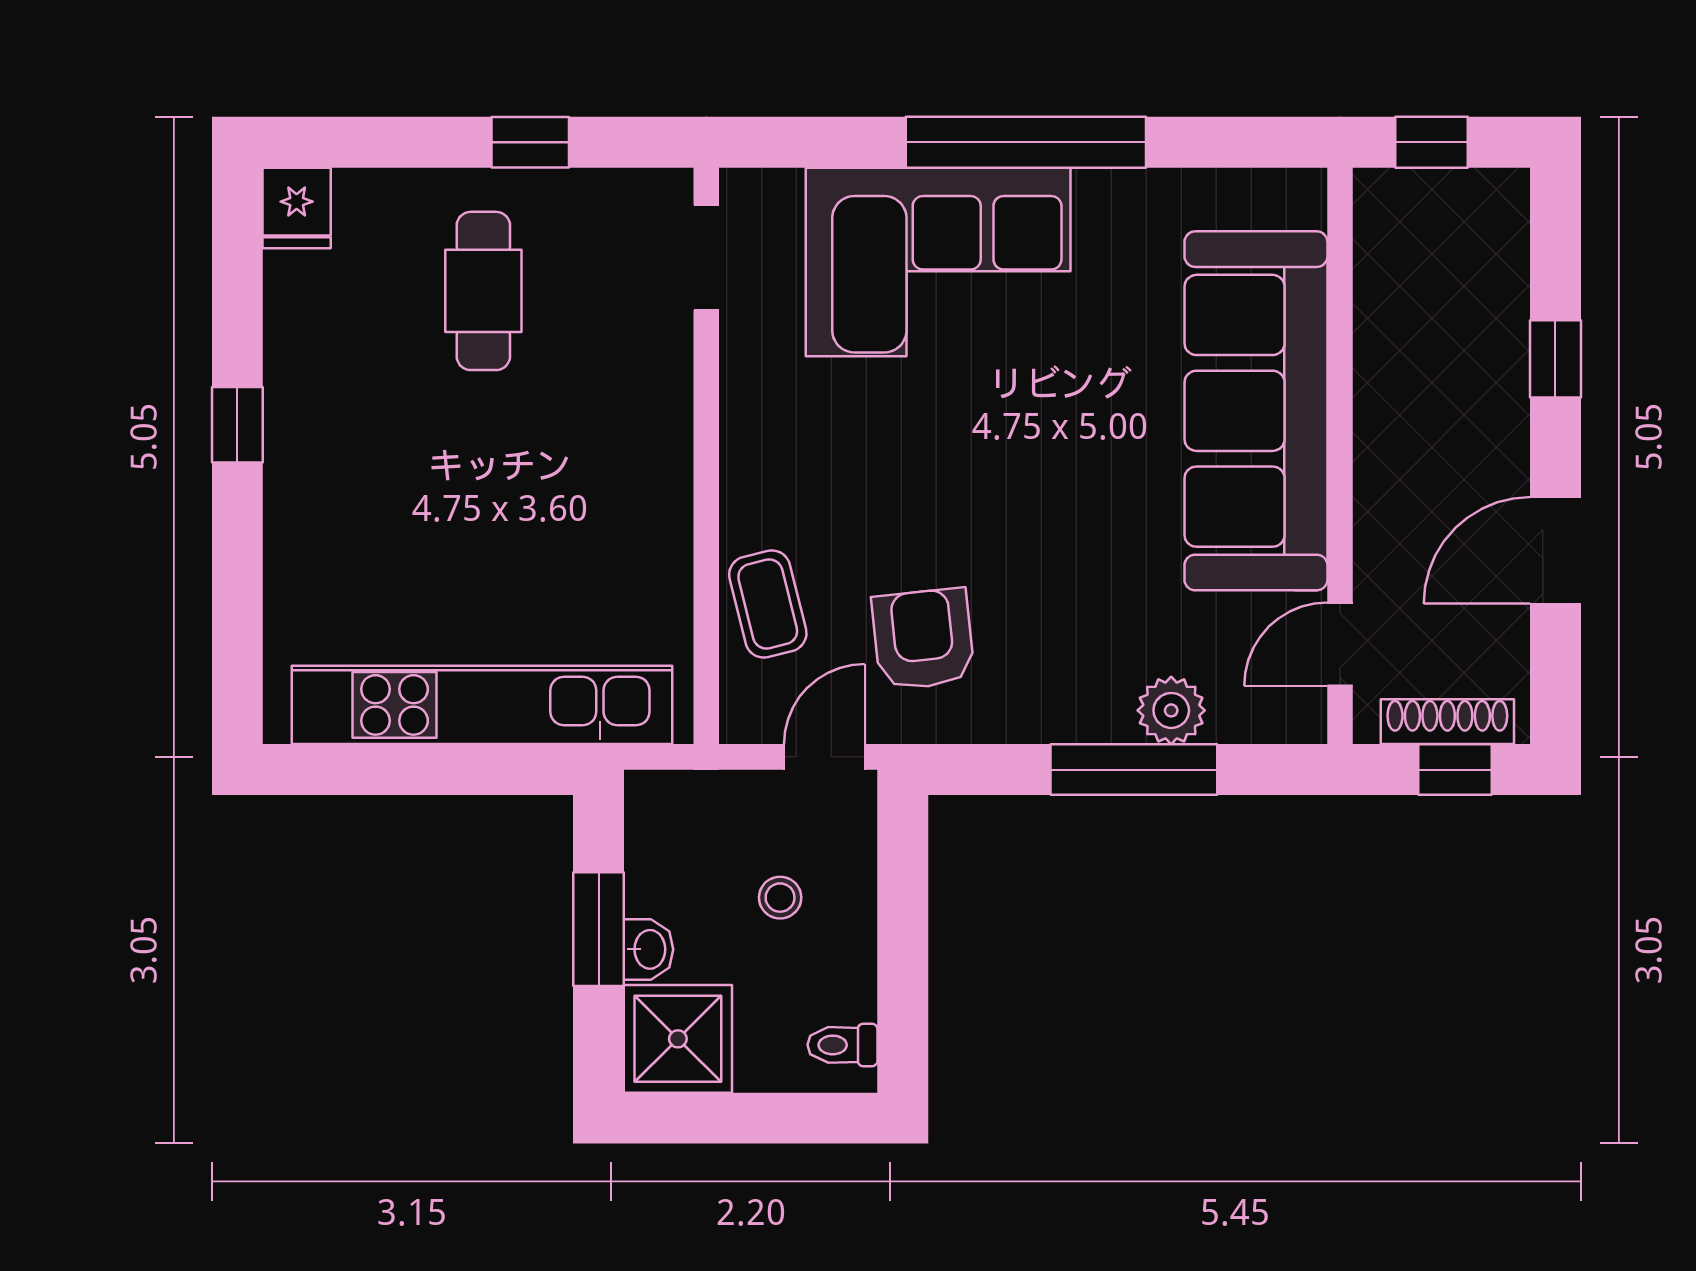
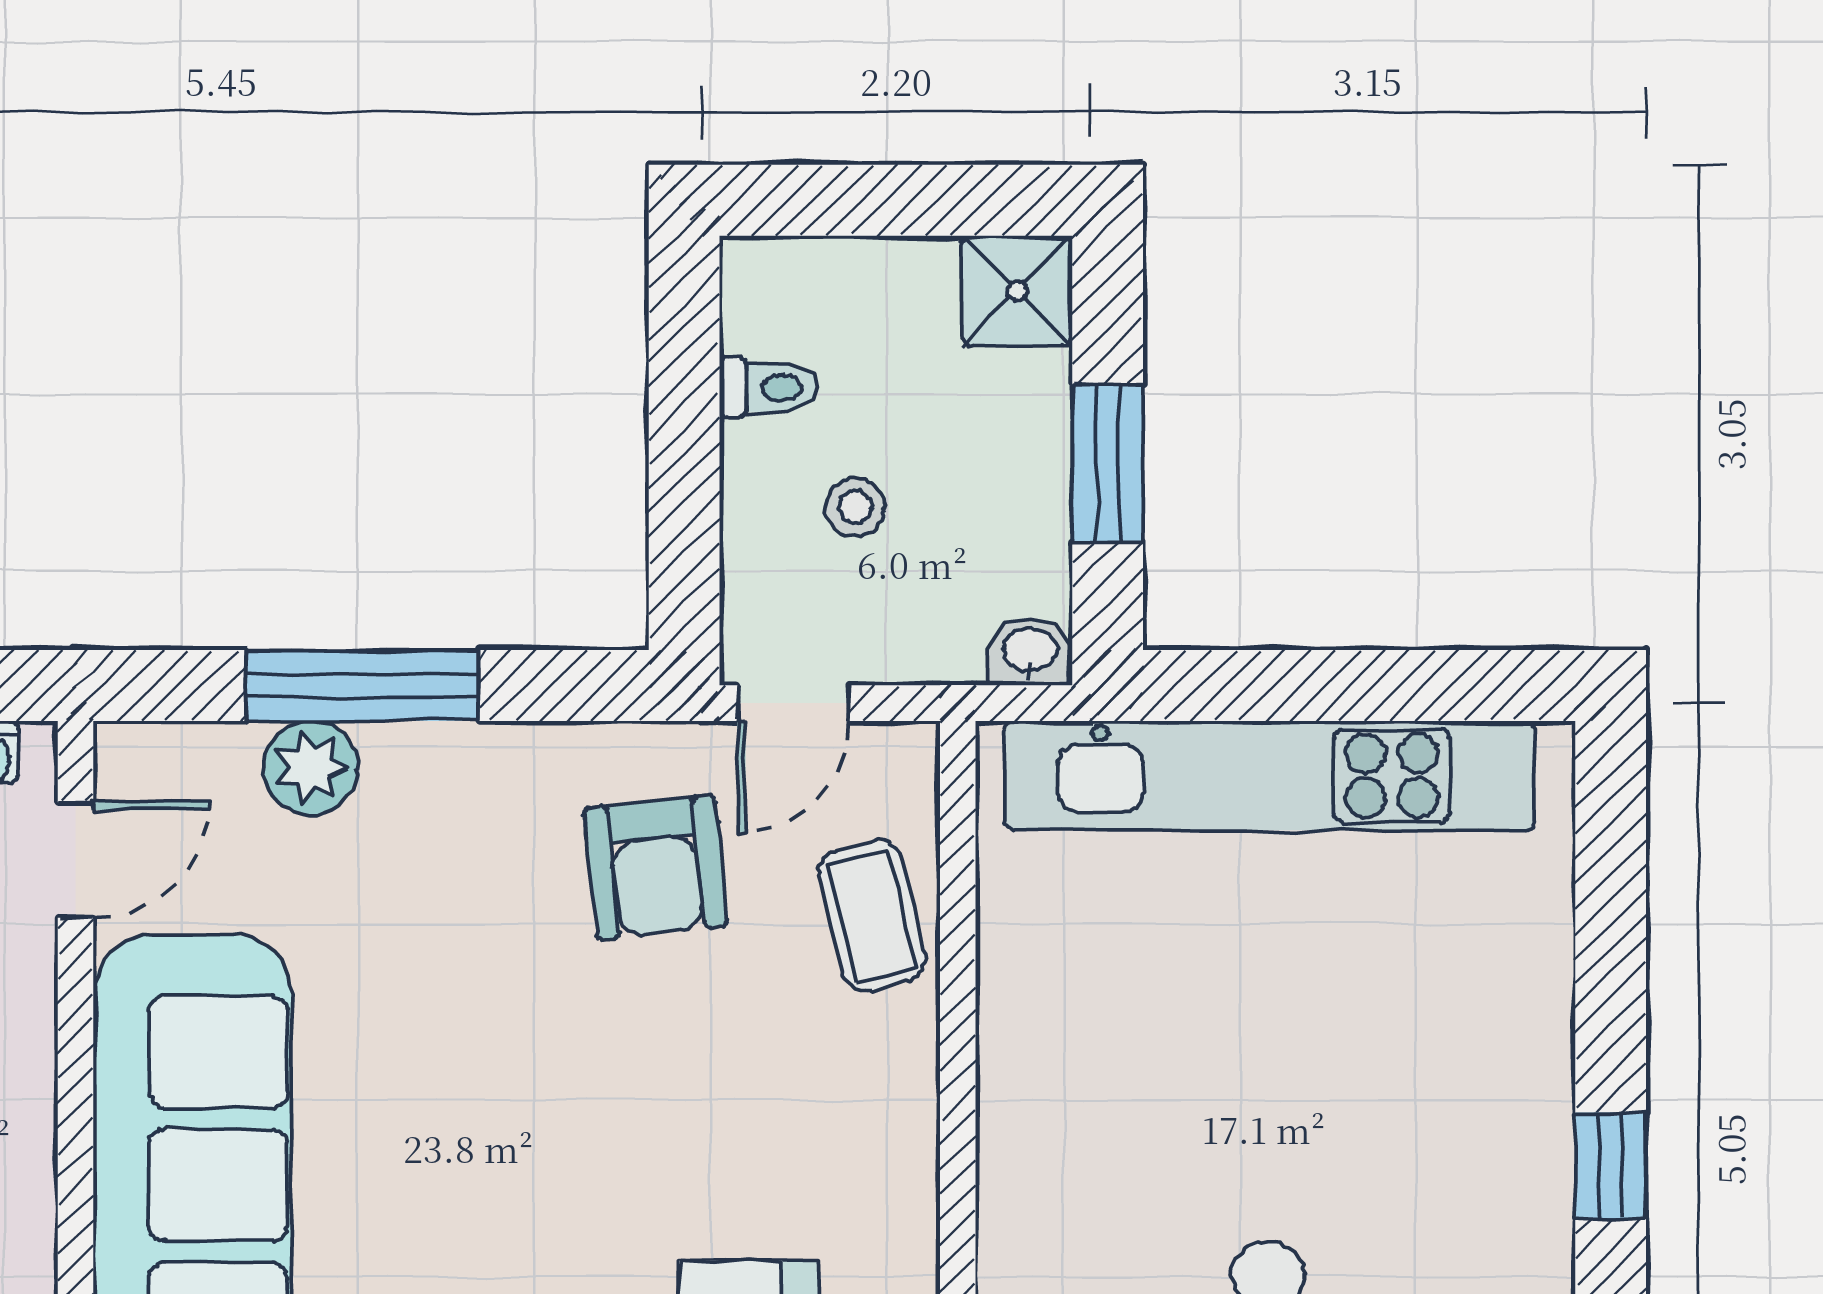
washbasin: (648, 949) -> (1030, 651), moved, turned 90
shower: (678, 1039) -> (1017, 291), width x0.73, depth x0.73
toilet: (842, 1045) -> (768, 388), moved

